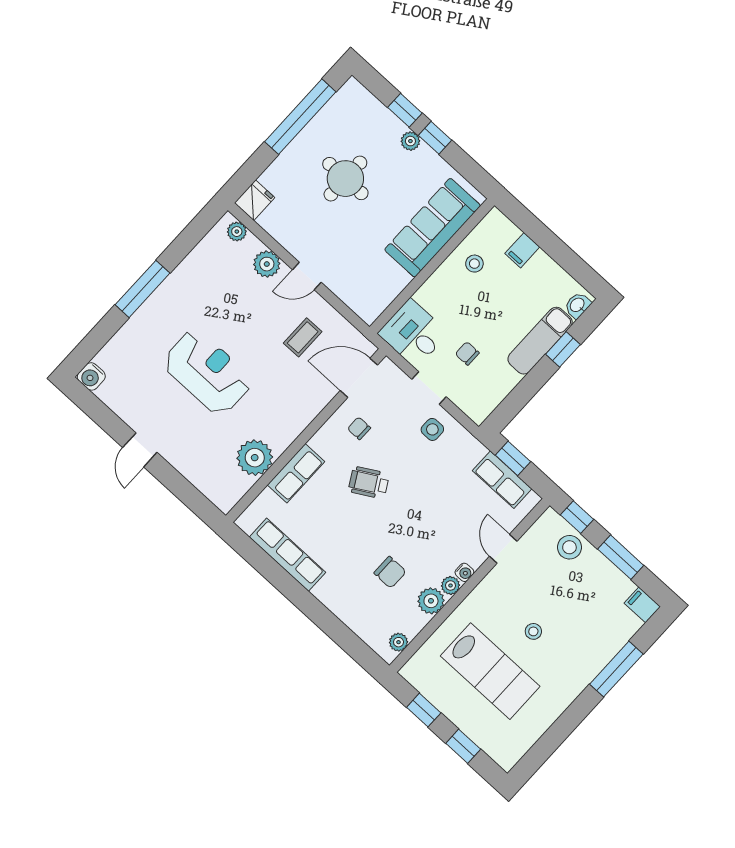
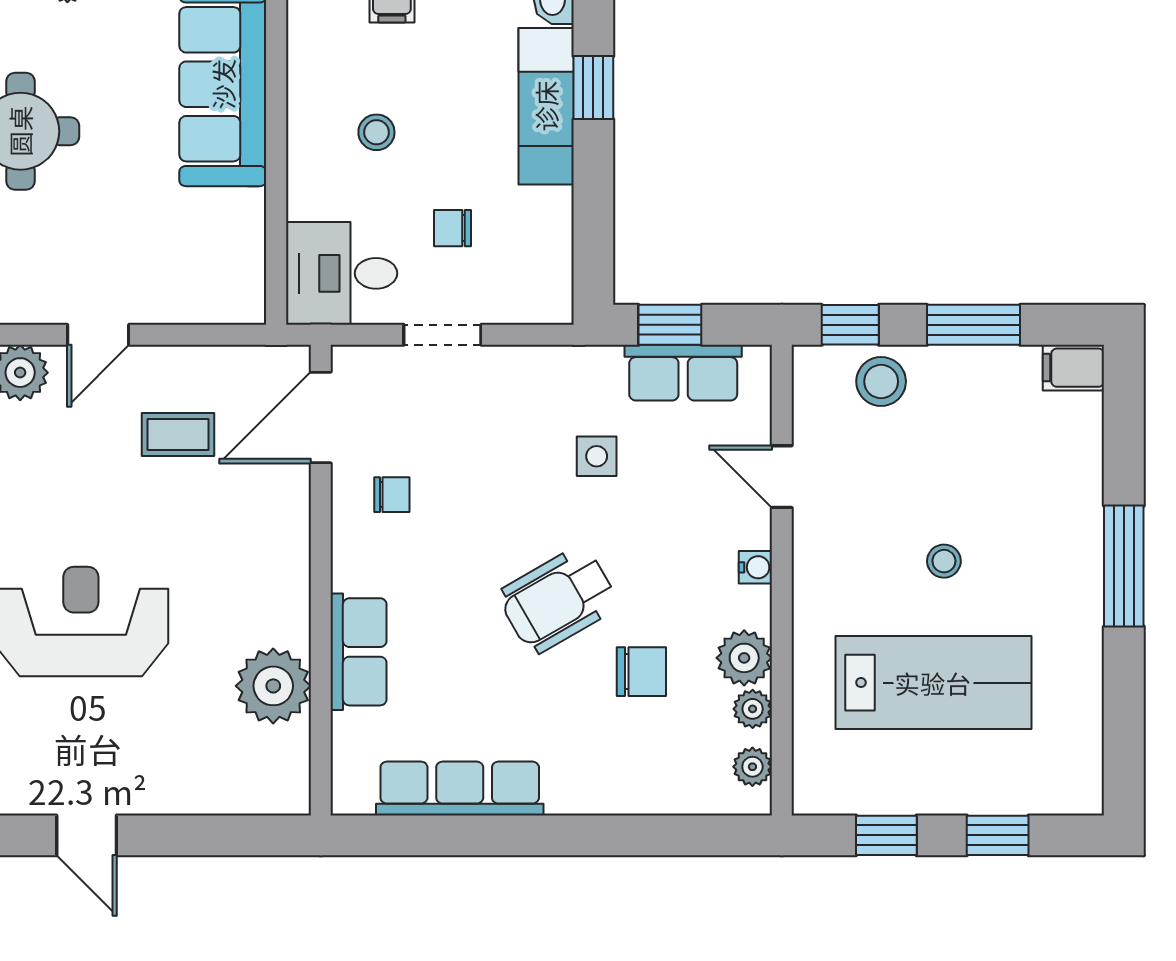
stool: (474, 264) -> (376, 132), moved
coffee table: (303, 337) -> (178, 435), turned 90
chair: (359, 428) -> (392, 495), turned 180
side table: (432, 429) -> (597, 456), moved
wheelchair: (369, 483) -> (558, 600), moved, width x1.36, depth x1.37
plant: (451, 585) -> (753, 709), moved
window: (616, 669) -> (1124, 566), moved

